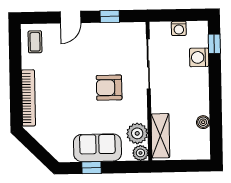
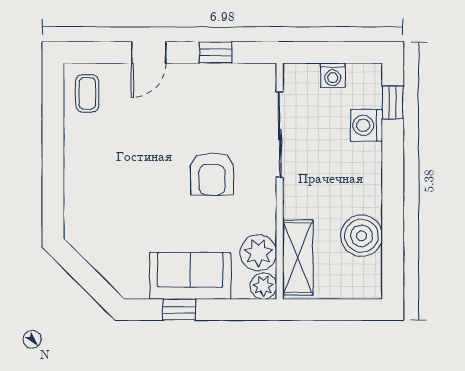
armchair: (109, 88) -> (212, 174), turned -90
bookcase: (28, 98) -> (74, 189), removed
boiler: (203, 122) -> (362, 236), width x1.86, depth x1.86

